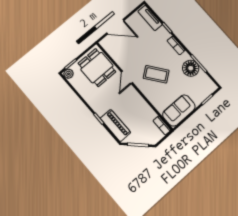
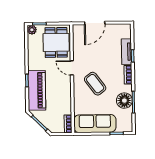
tv unit: (150, 18) -> (126, 52), moved
door: (115, 27) -> (95, 23), hinge flipped
door: (127, 77) -> (72, 68), hinge flipped
sofa: (179, 110) -> (95, 124), width x1.36
piano: (115, 125) -> (37, 90), width x1.37, depth x1.33

